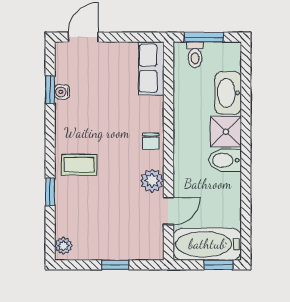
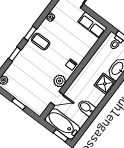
row of seats: (151, 68) -> (92, 25), moved, turned -90
window: (50, 90) -> (30, 33), moved
bidet: (225, 160) -> (86, 108), moved
coffee table: (79, 165) -> (41, 41), moved

